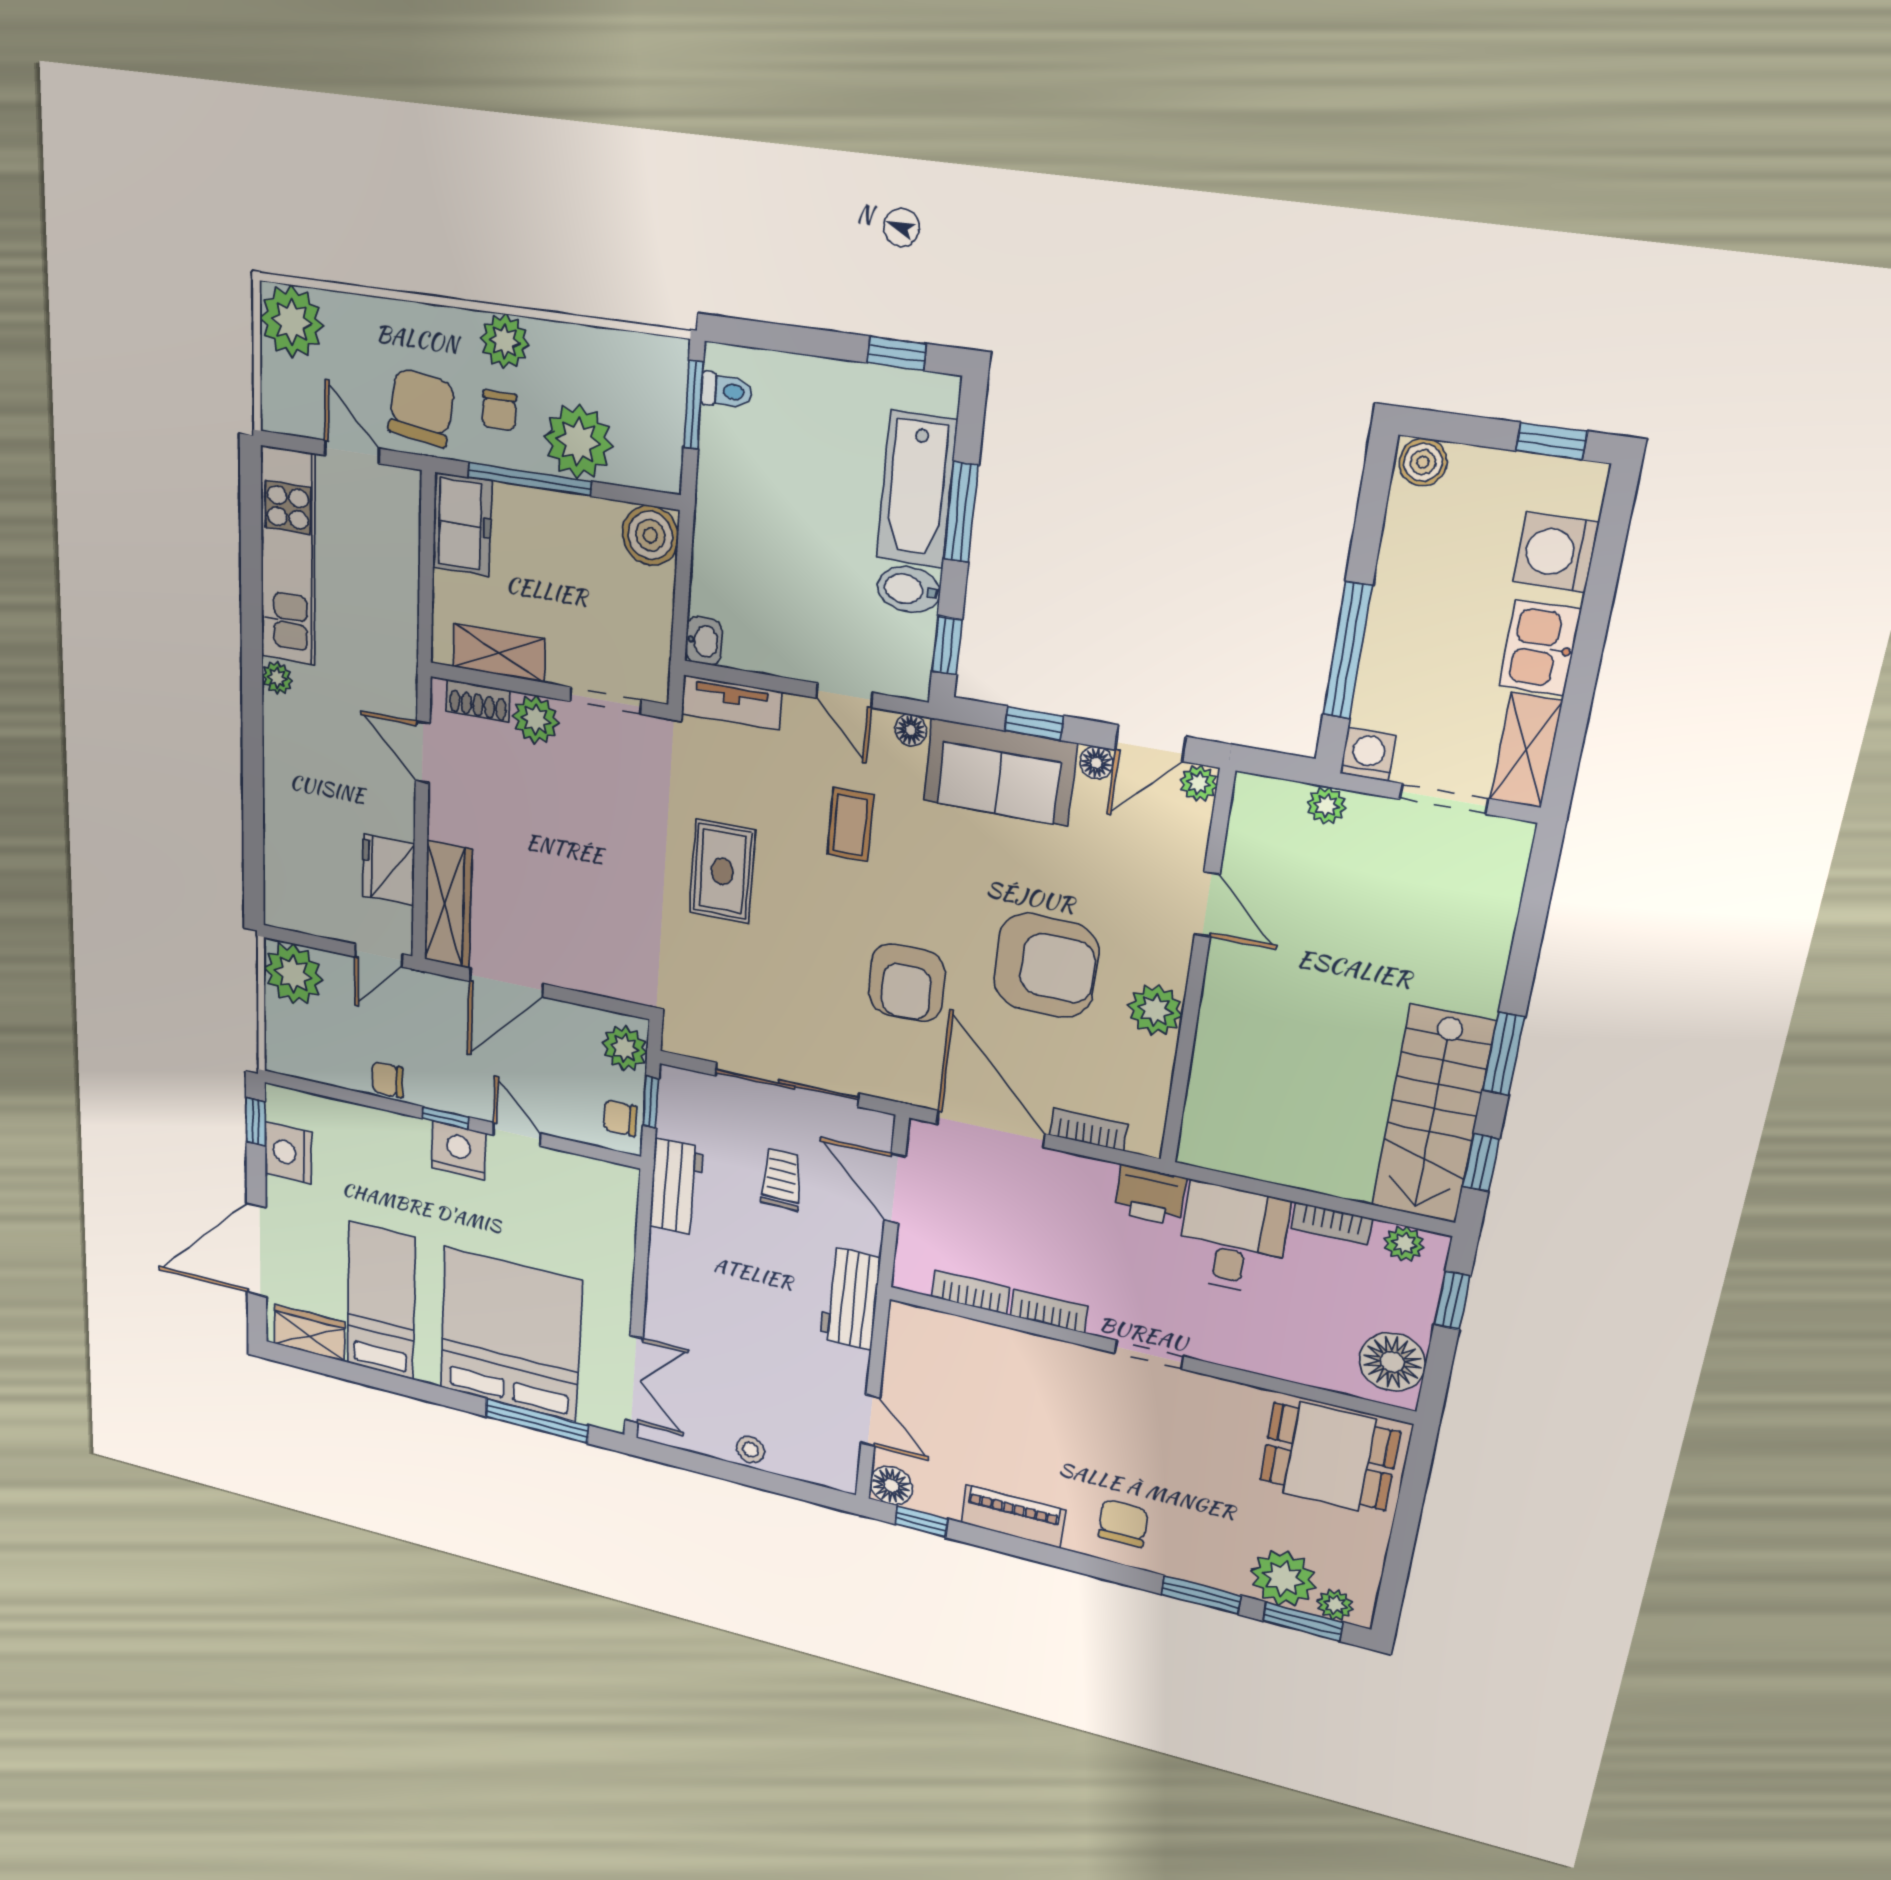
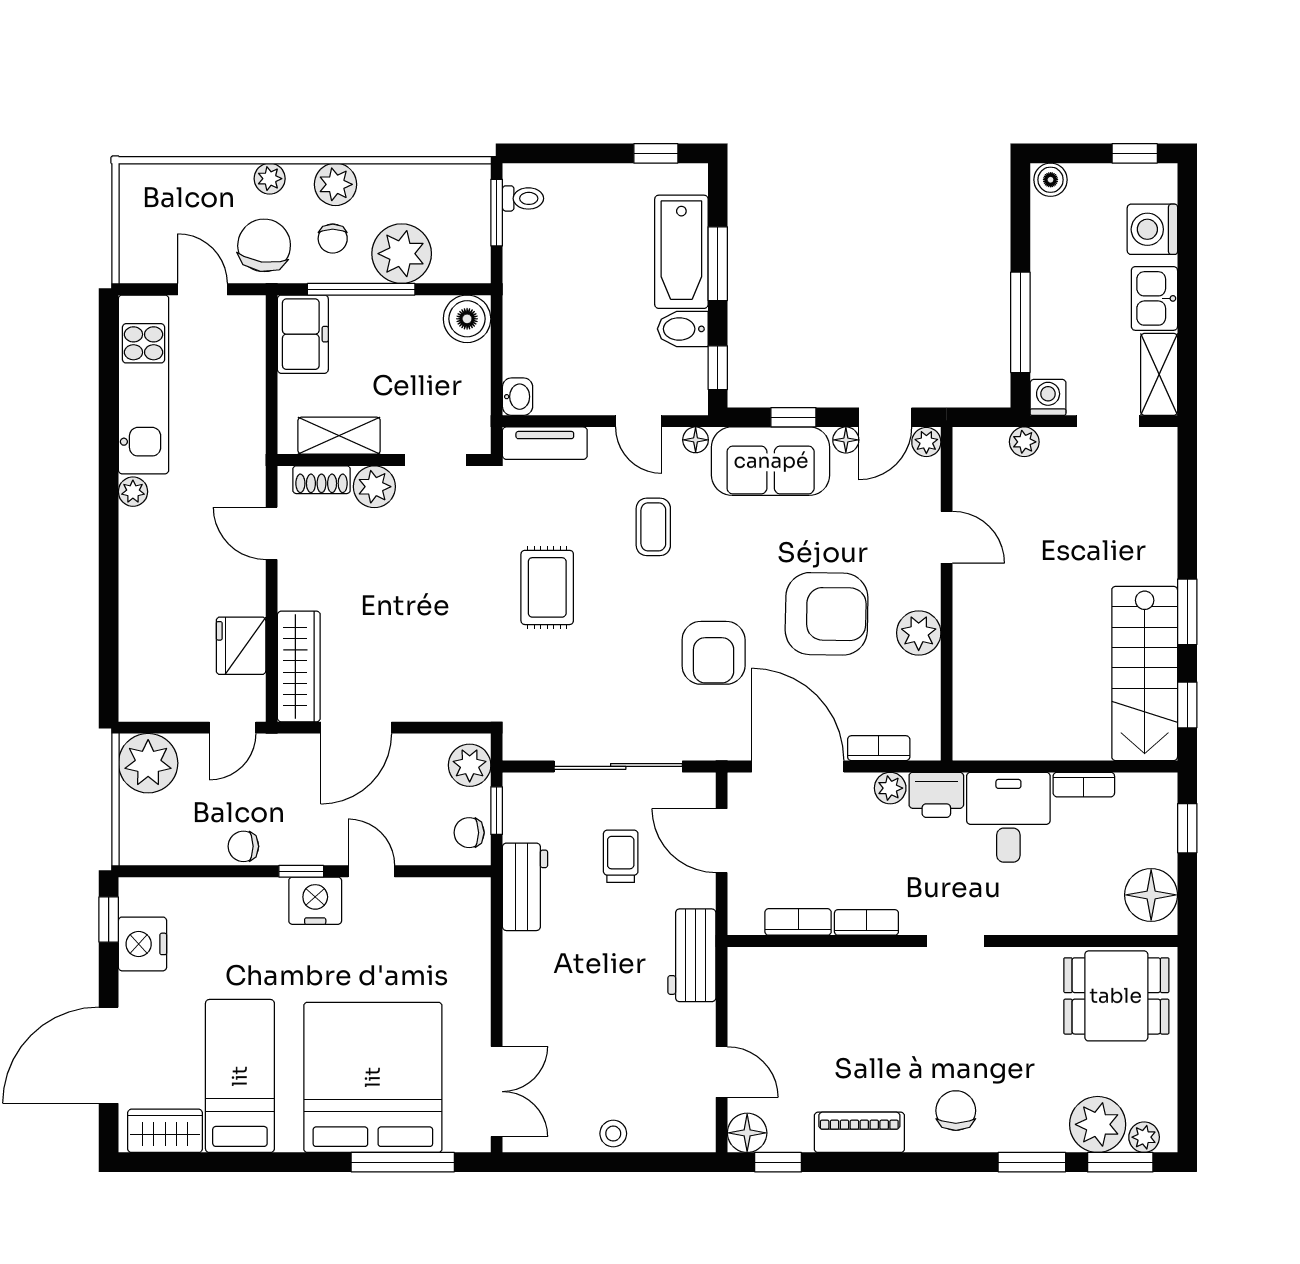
plant: (292, 322) -> (270, 179), moved, width x0.53, depth x0.53
plant: (1404, 1244) -> (890, 788), moved

